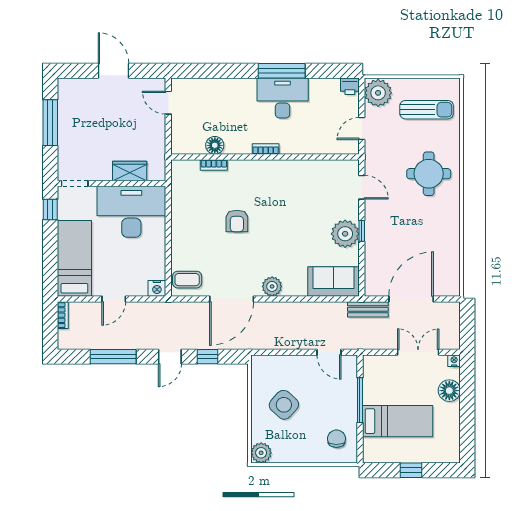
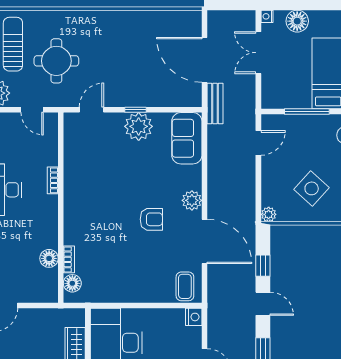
bookcase: (266, 149) -> (53, 180), moved
floor lamp: (190, 168) -> (72, 283), added
round table: (429, 174) -> (56, 61), moved
armchair: (237, 221) -> (151, 219), moved
plant: (258, 362) -> (269, 214), added

